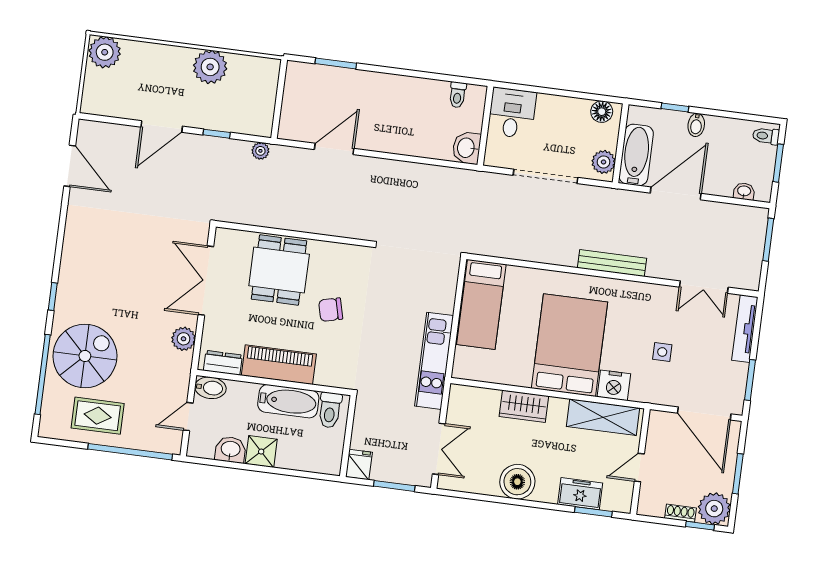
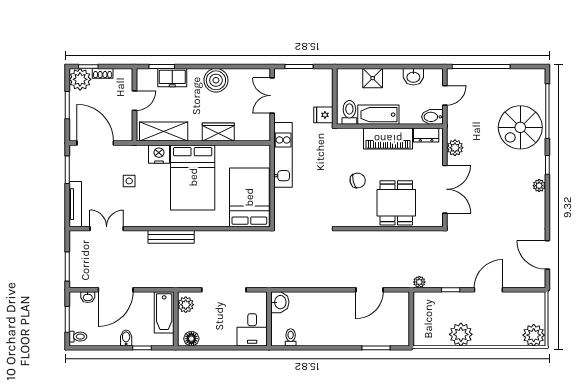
door: (676, 193) -> (116, 290), moved
plant: (68, 268) -> (539, 186), added
bed: (481, 304) -> (249, 197), width x1.50
rug: (98, 416) -> (506, 88), removed
shower: (261, 452) -> (373, 78), moved
fridge: (359, 465) -> (323, 115), moved, turned 90

